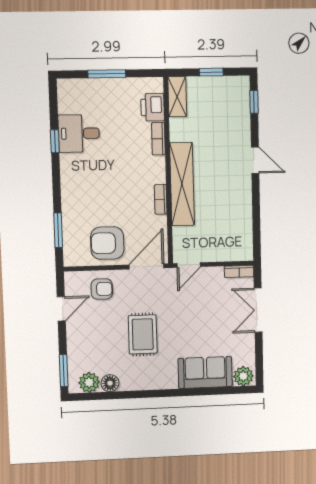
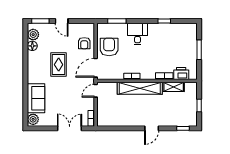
shelving: (177, 97) -> (174, 87), moved
desk: (79, 133) -> (137, 34), moved
door: (189, 265) -> (96, 91), hinge flipped
door: (147, 266) -> (96, 68), swing flipped
door: (61, 309) -> (62, 21), moved
rug: (143, 334) -> (59, 65), turned 90

